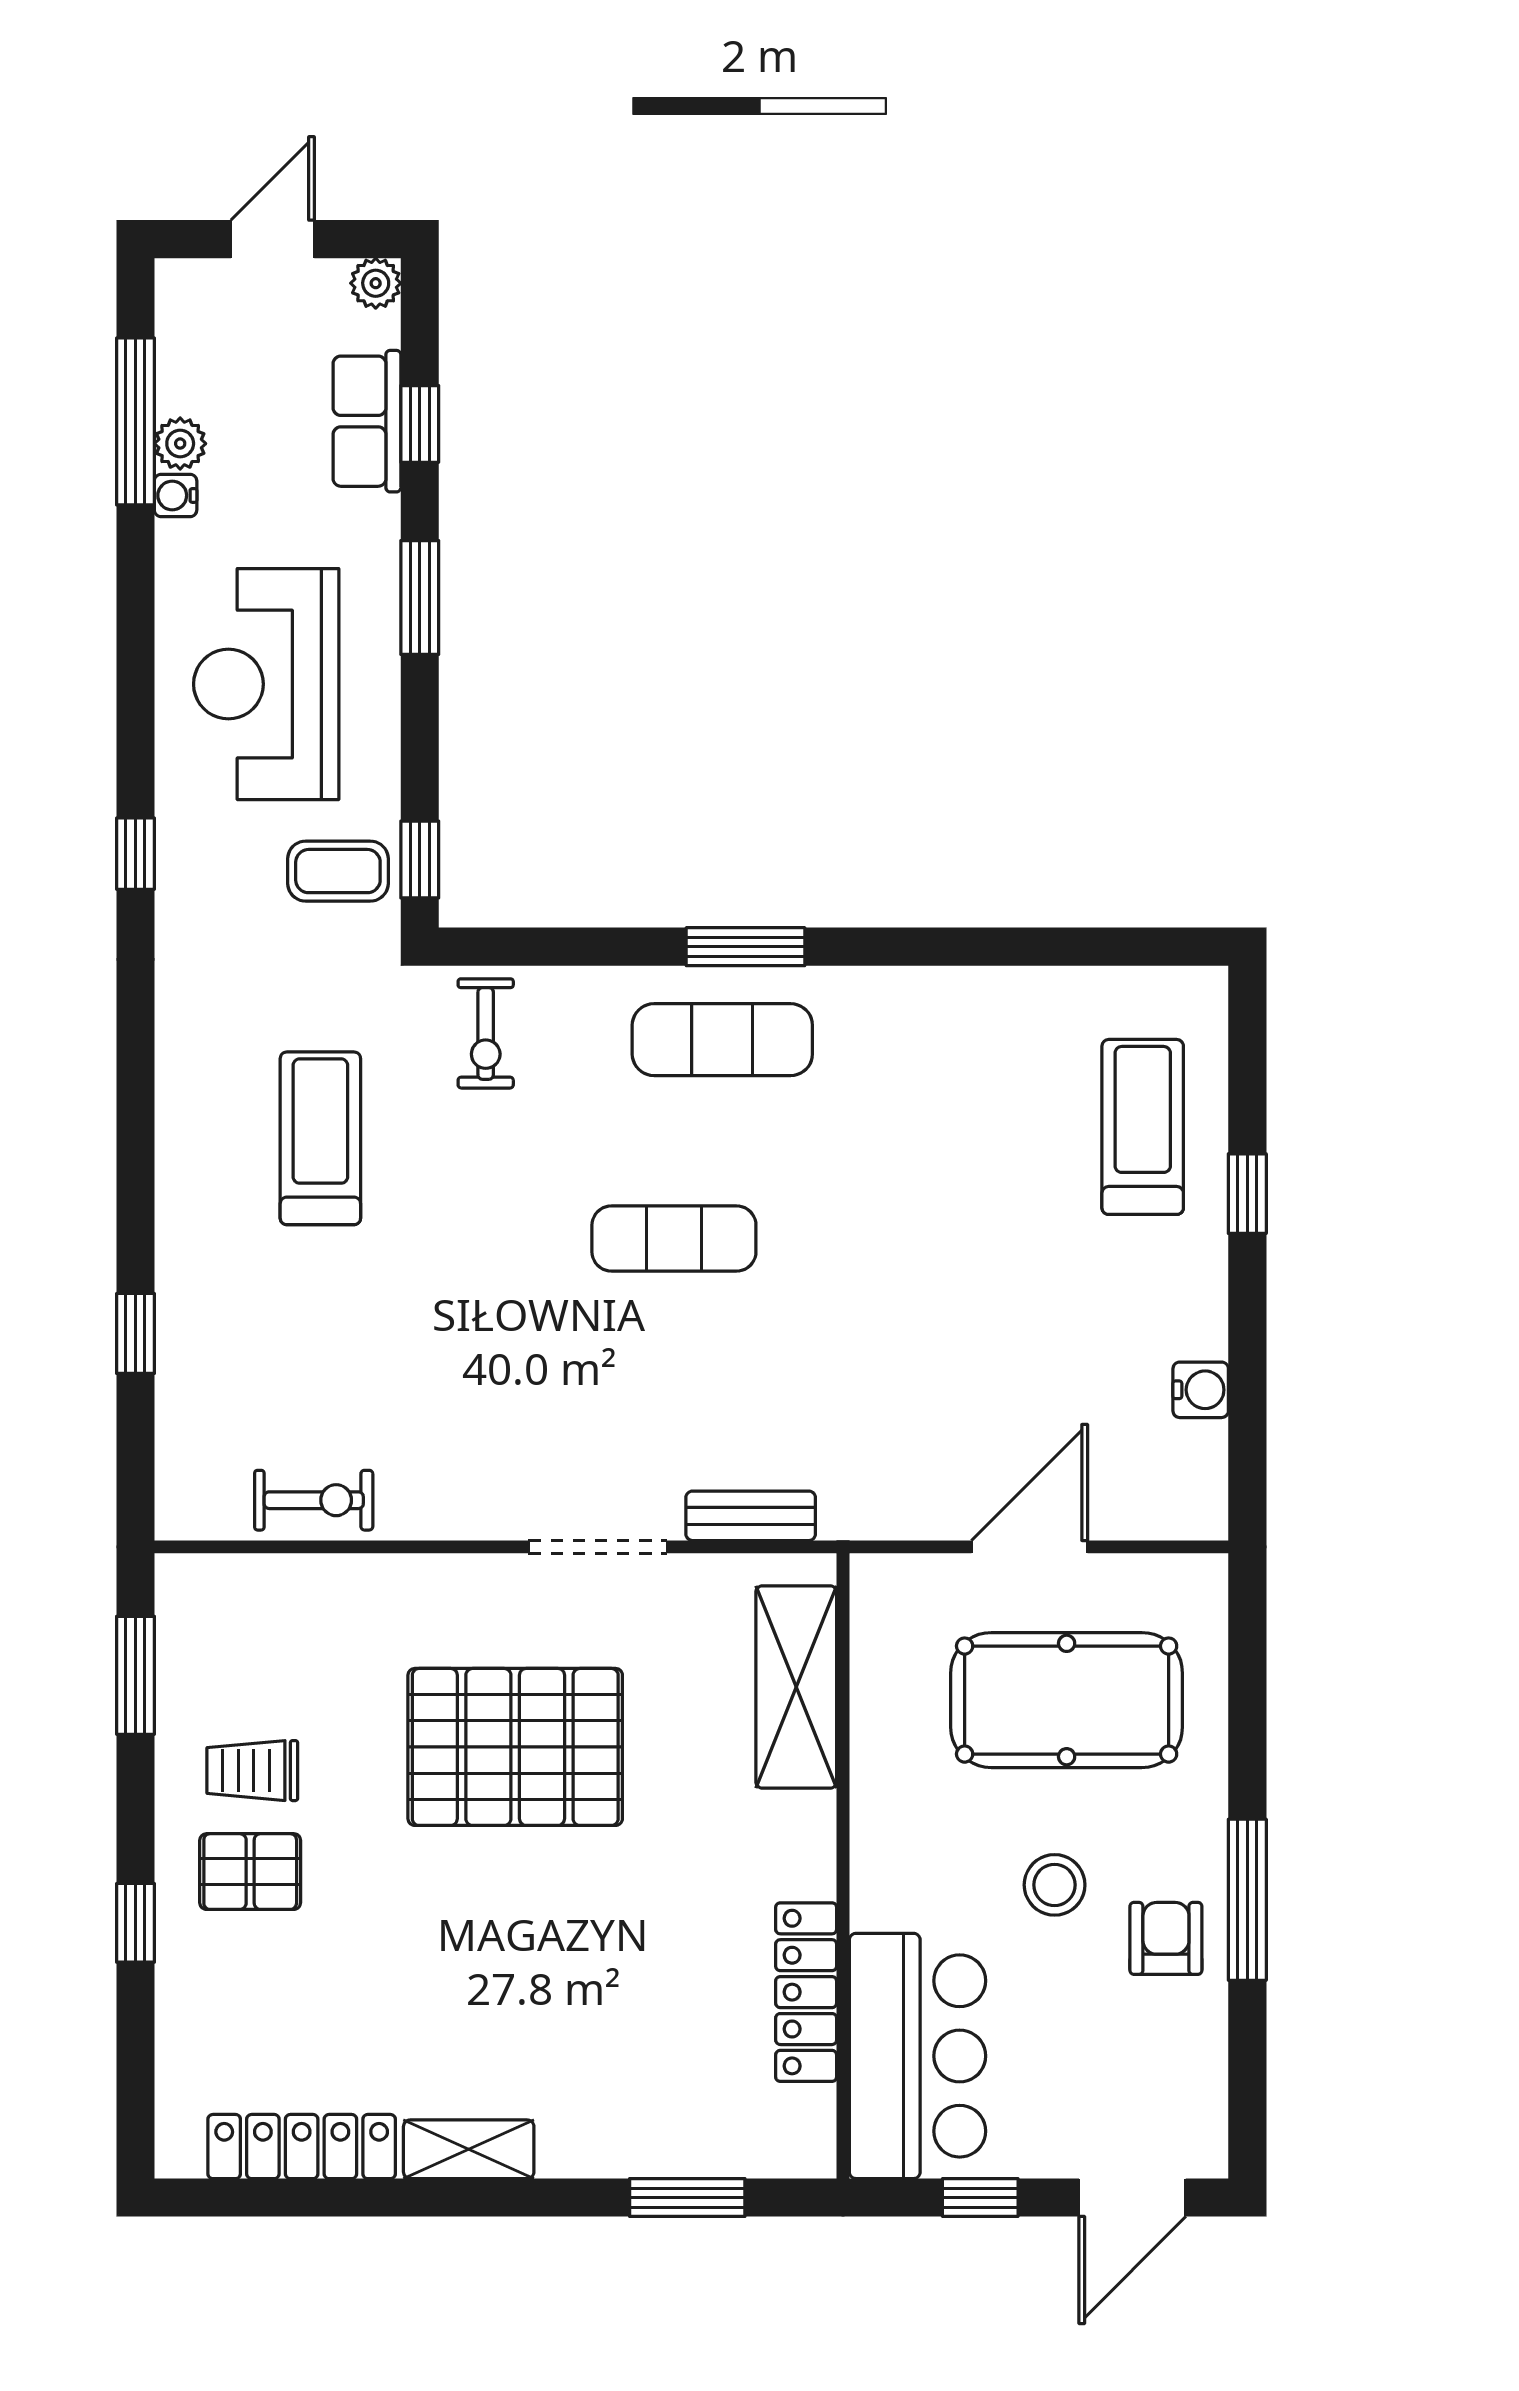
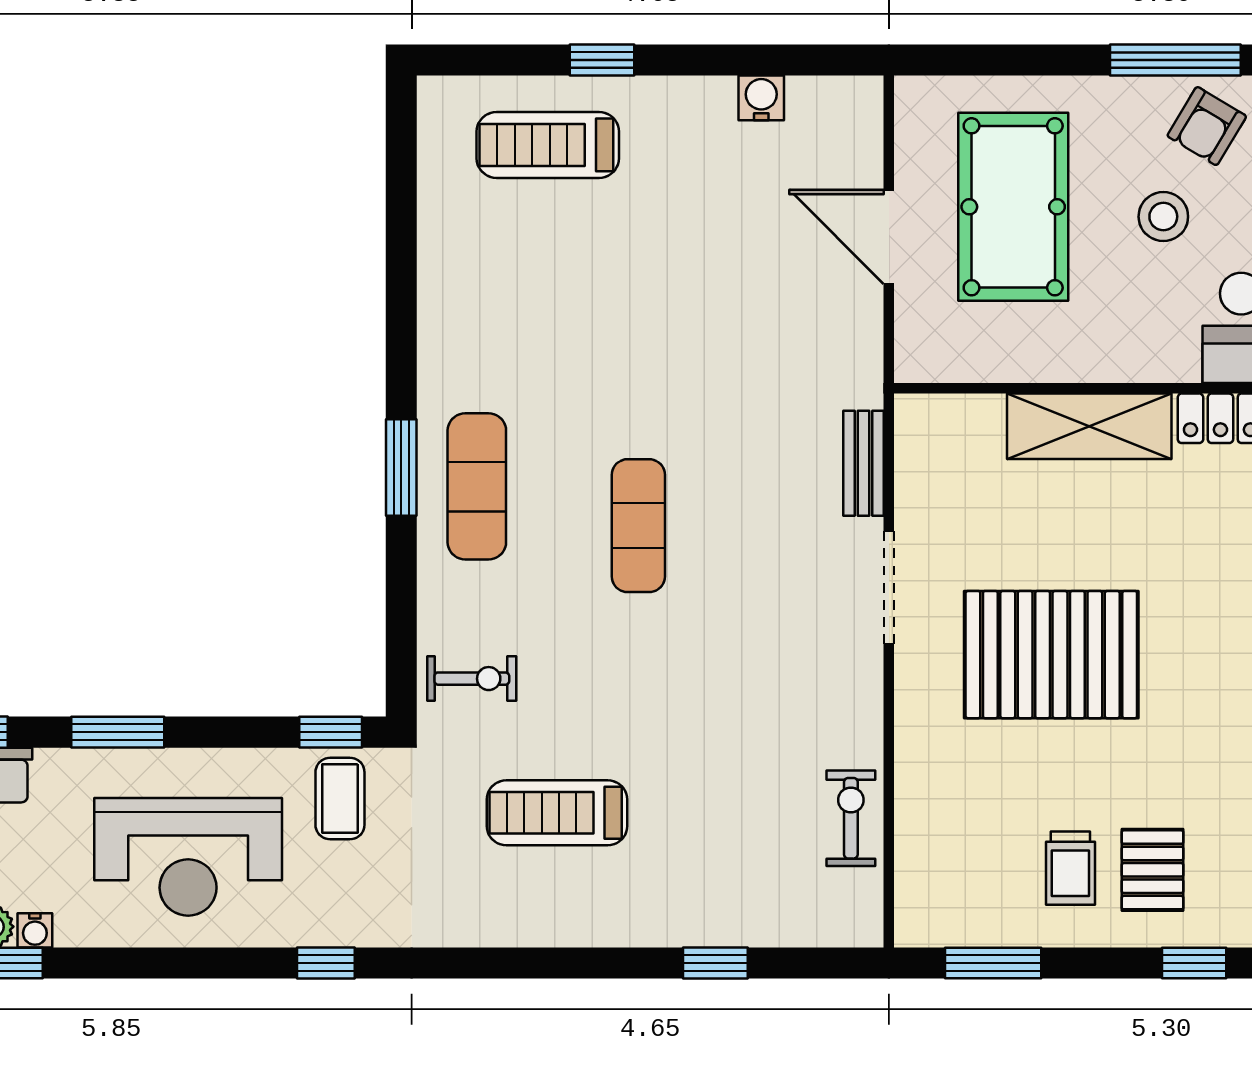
shelving: (796, 1687) -> (1089, 426), moved
pallet: (515, 1747) -> (1051, 655), turned 90
armchair: (1166, 1938) -> (1207, 126), turned -59

